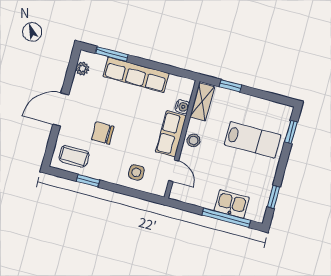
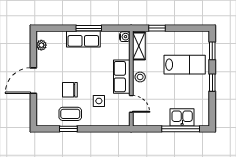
window: (112, 54) -> (89, 28), moved
row of seats: (136, 75) -> (83, 39), width x0.68
water cooler: (182, 107) -> (125, 37), moved
coffee table: (74, 156) -> (70, 114), moved
side table: (136, 172) -> (99, 101), moved
window: (274, 197) -> (212, 83), moved

